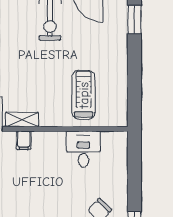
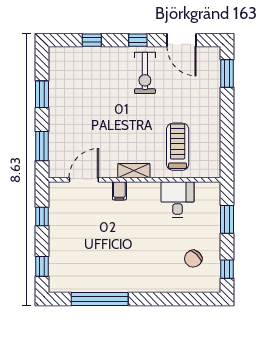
shelving: (22, 120) -> (134, 171), moved
window: (134, 170) -> (227, 219), added

